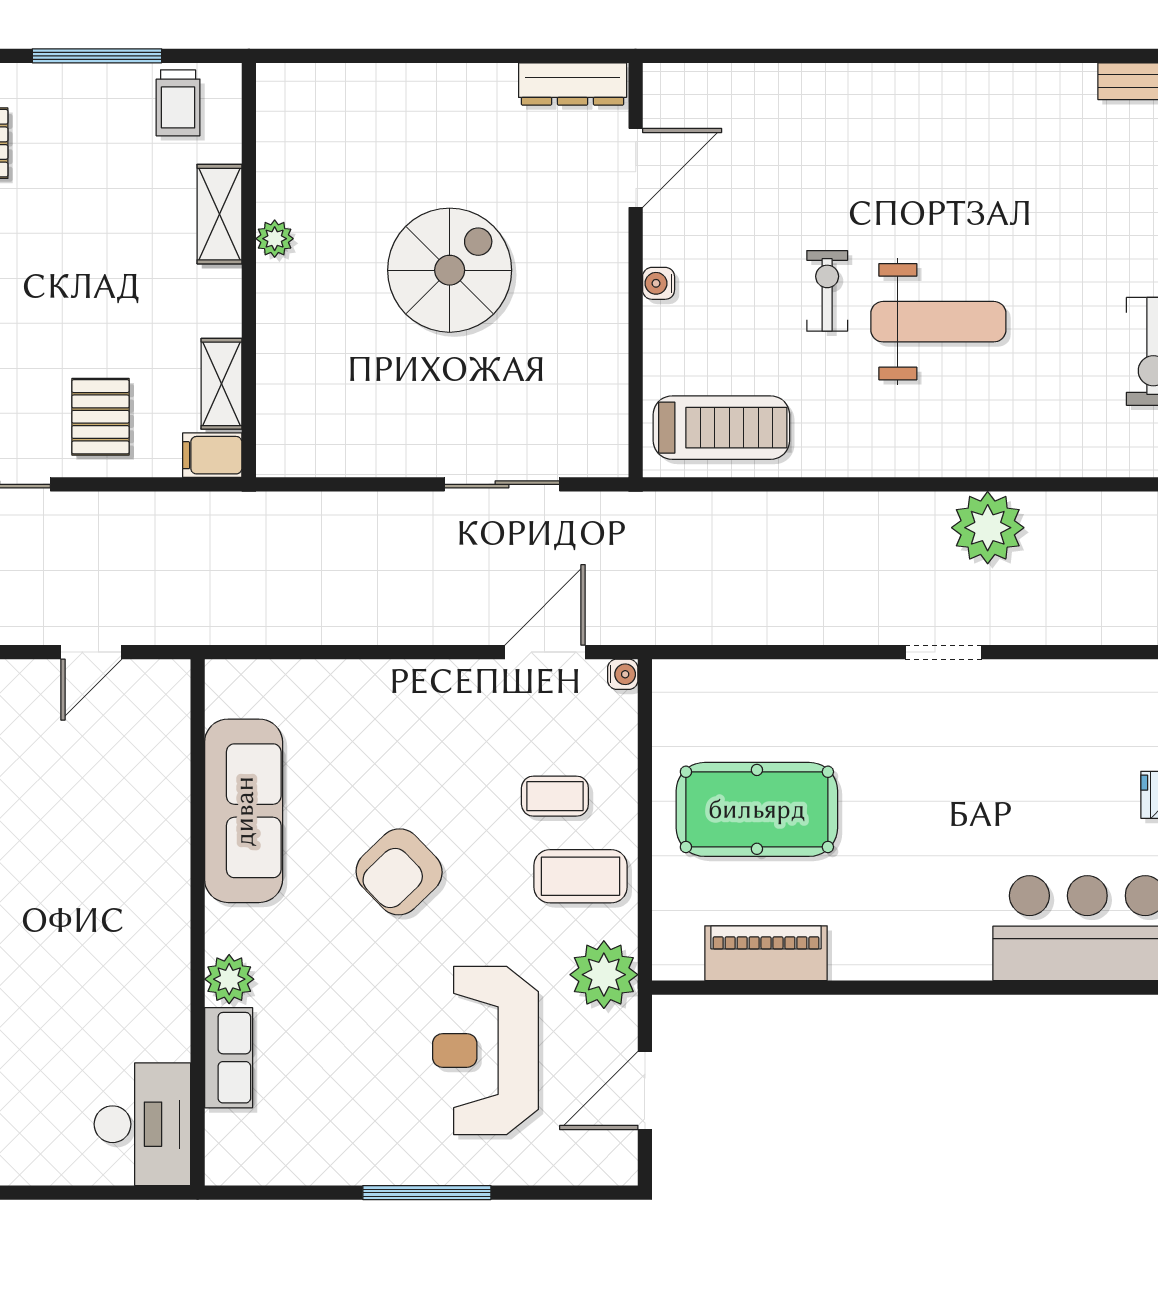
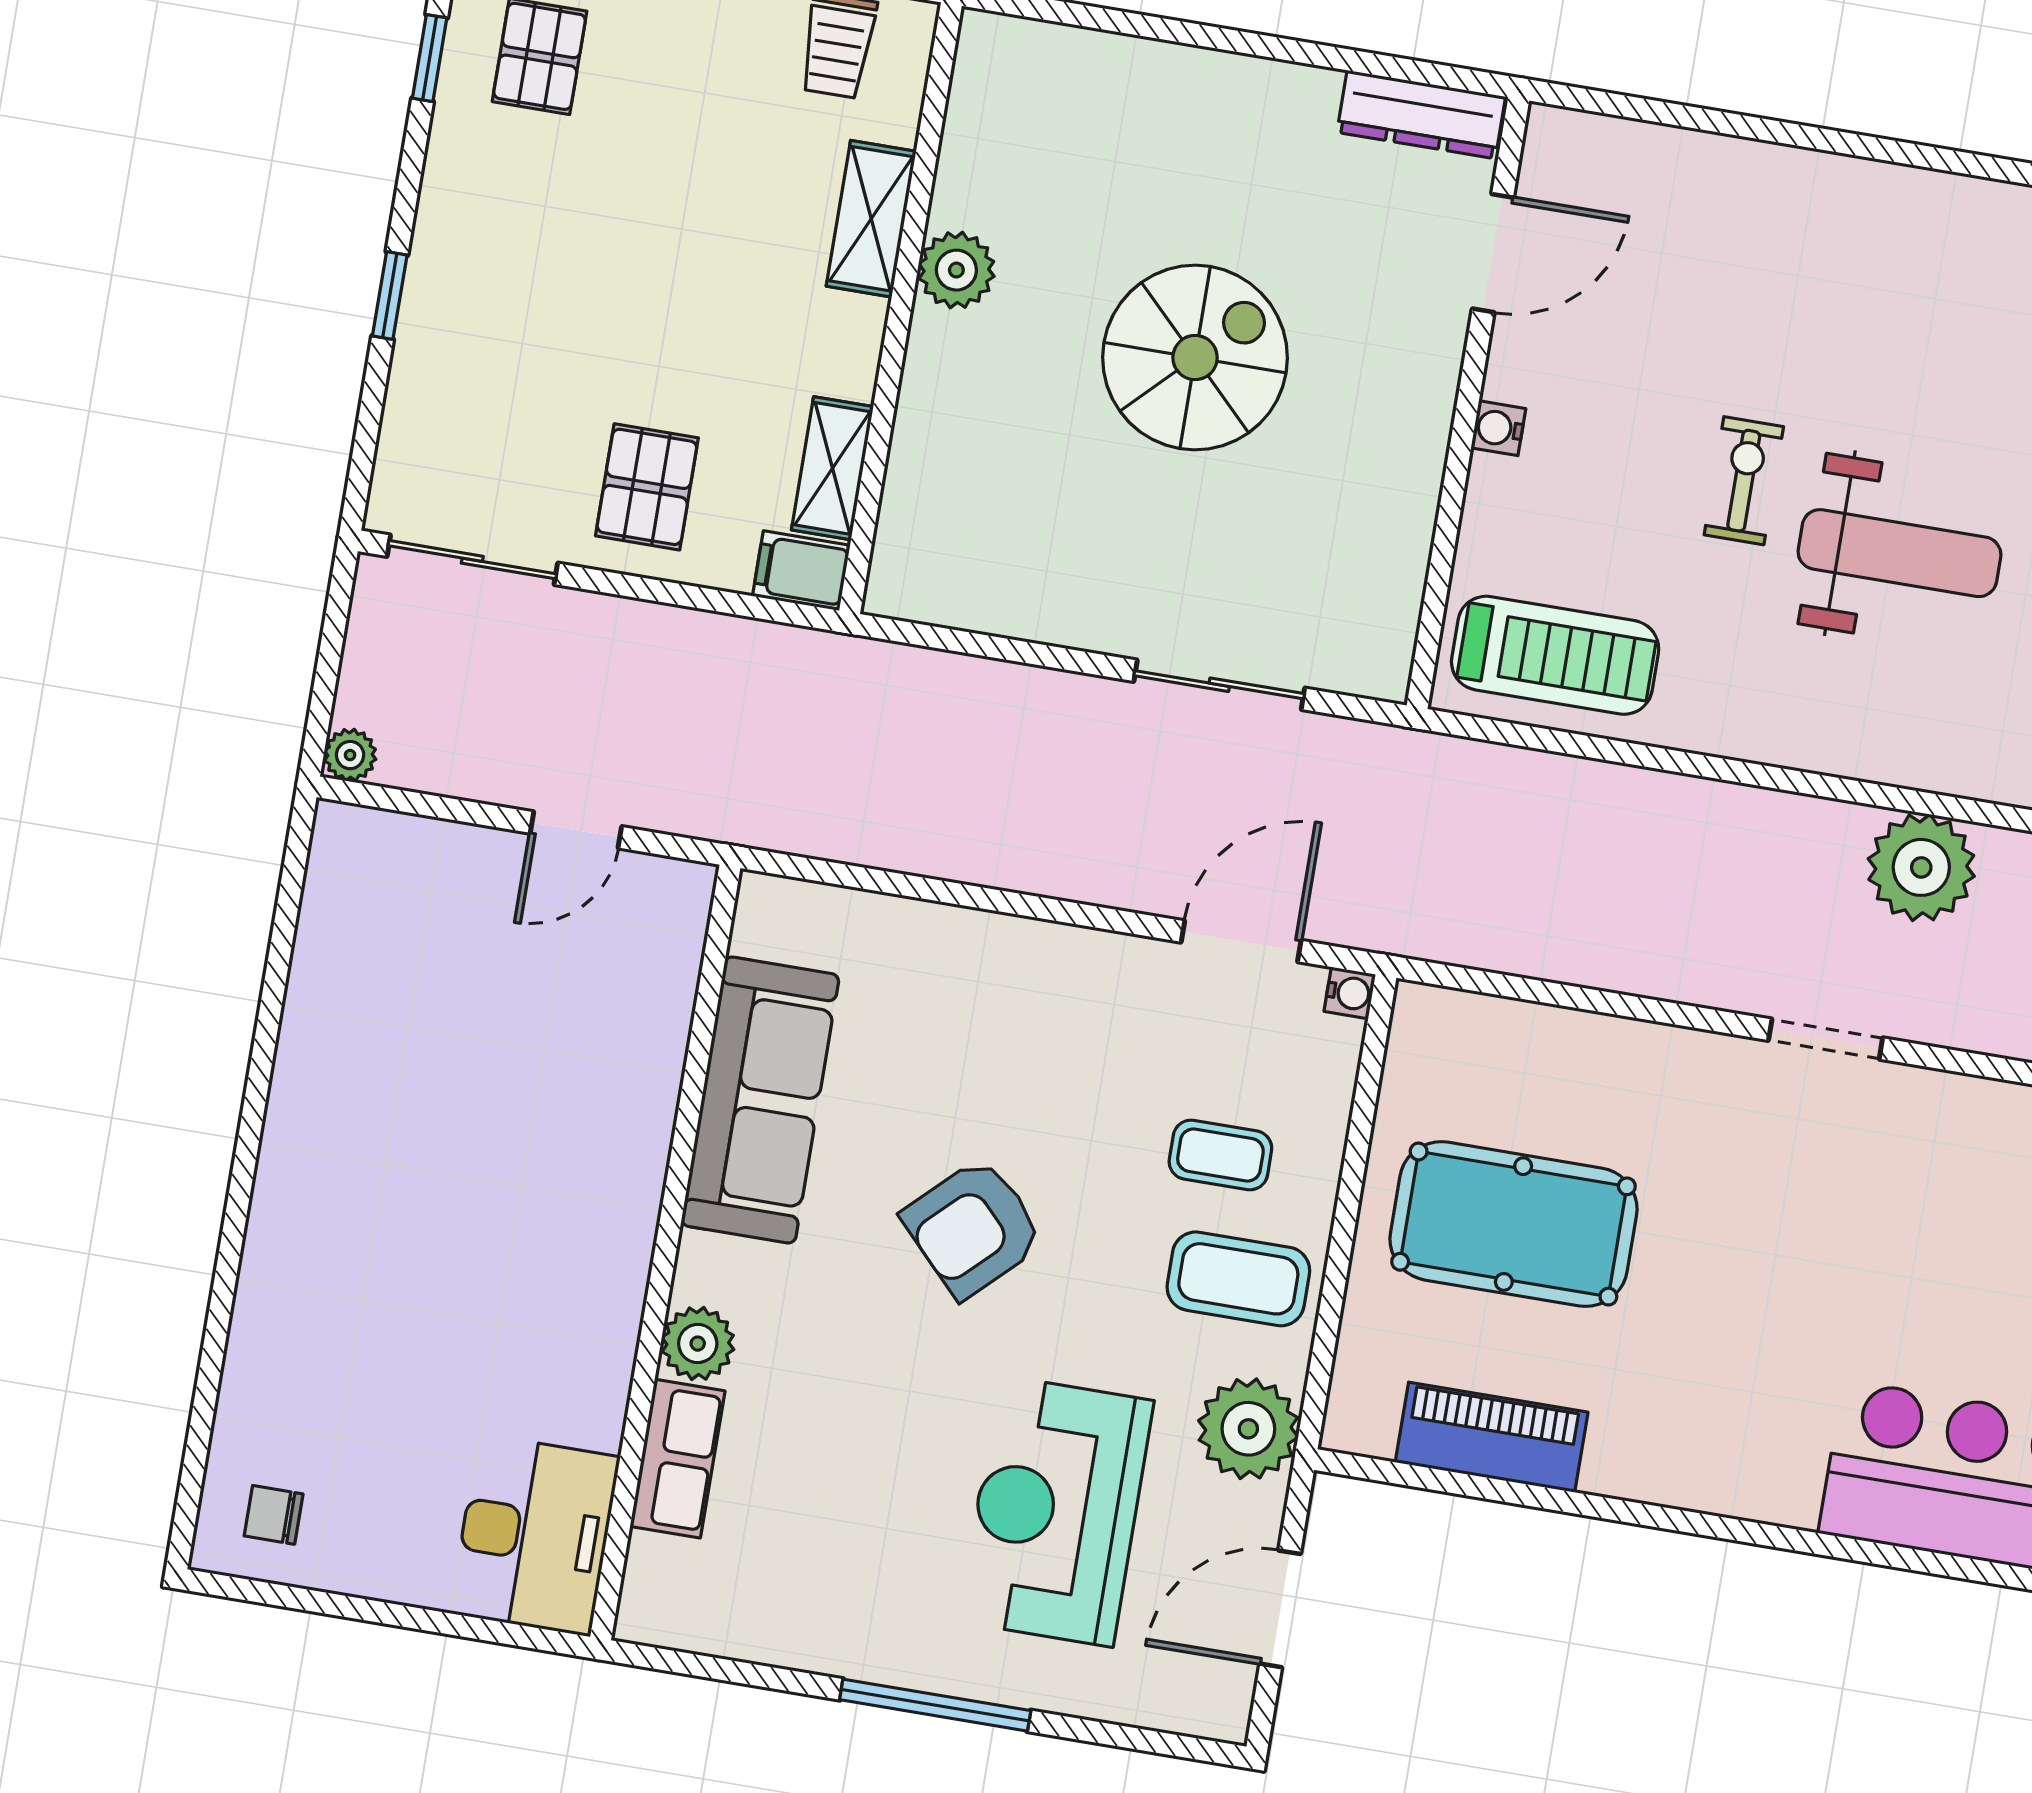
plant: (275, 239) -> (956, 270), width x1.38, depth x1.38

